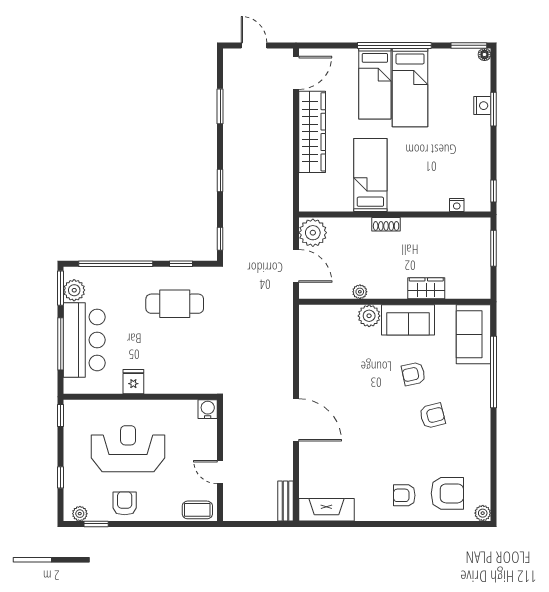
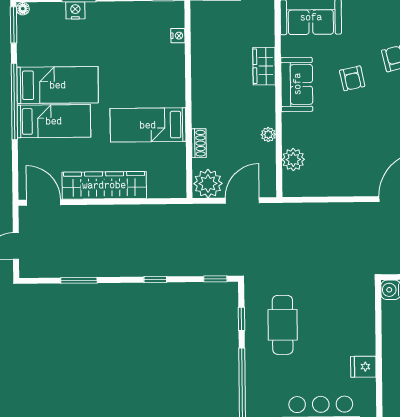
shoe rack: (386, 224) -> (199, 143), moved
plant: (369, 316) -> (293, 160), moved

